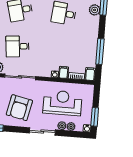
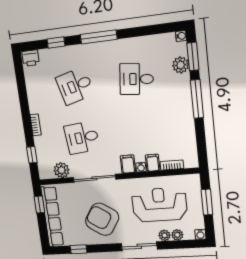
window: (100, 51) -> (197, 99), moved
filing cabinet: (90, 74) -> (128, 164), moved
armchair: (19, 108) -> (102, 219), turned 111
window: (95, 117) -> (207, 202), moved

